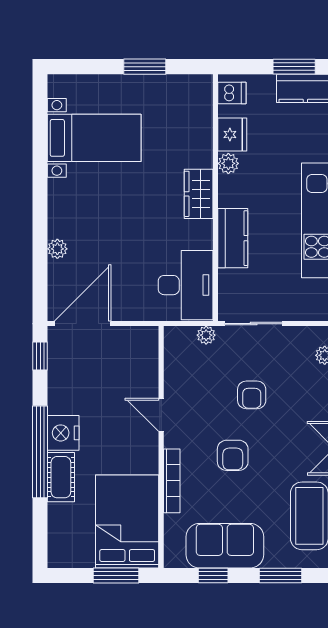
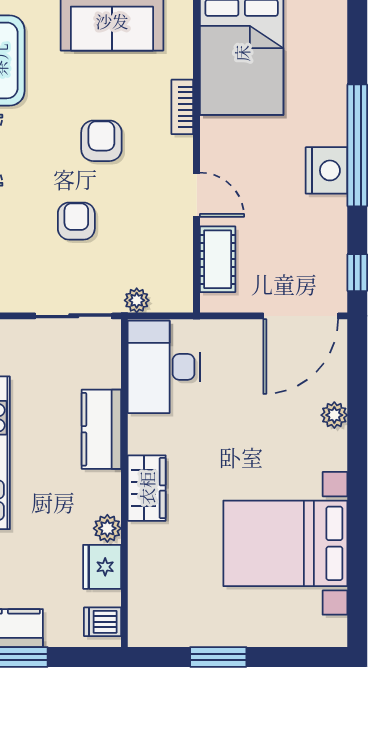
bed with nightstands: (94, 138) -> (285, 543), width x1.36
cot: (61, 477) -> (218, 259), moved
bookcase: (172, 481) -> (182, 107), width x0.64

